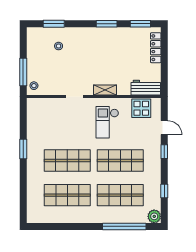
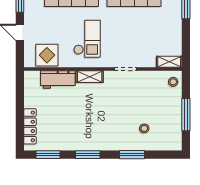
window: (54, 24) -> (132, 155), moved
window: (23, 72) -> (186, 115), moved
workbench: (146, 88) -> (58, 80), moved
shelving: (37, 103) -> (169, 62), added

